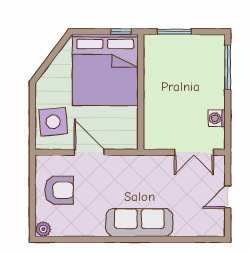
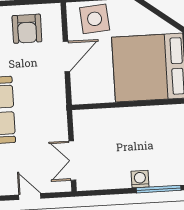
washing machine: (217, 118) -> (140, 179), moved

